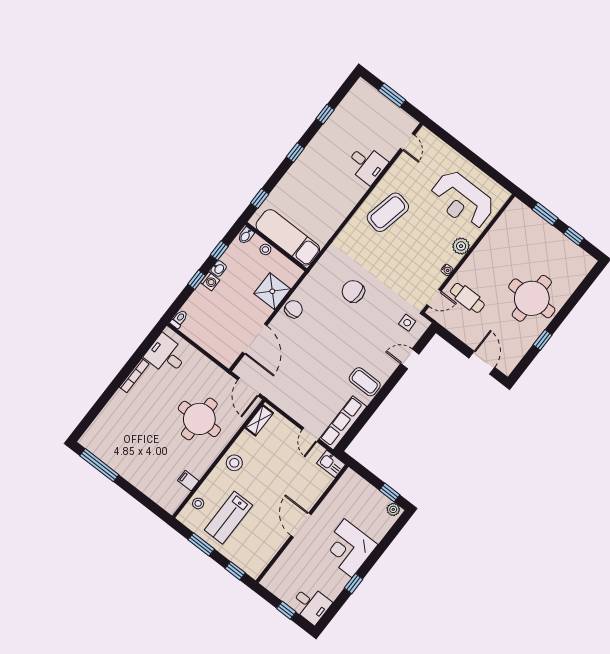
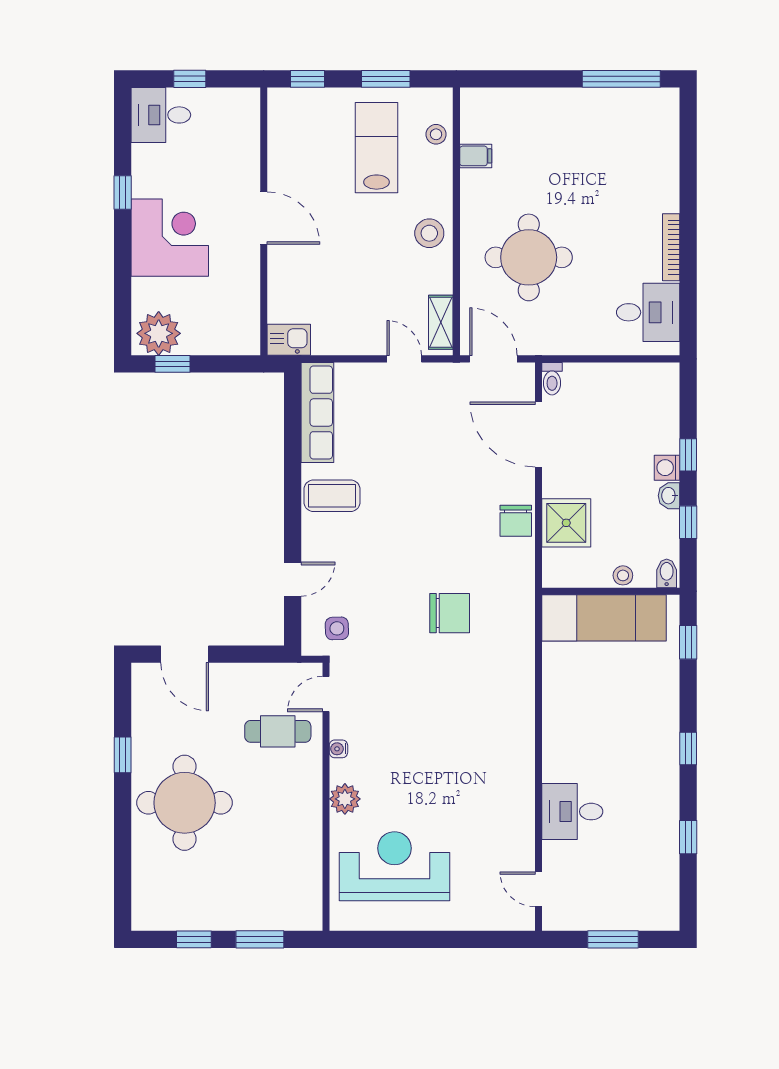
coffee table: (388, 212) -> (488, 766), removed
toilet: (179, 319) -> (552, 379), moved
door: (310, 435) -> (404, 359), moved
plant: (393, 509) -> (159, 333), width x1.88, depth x1.88

